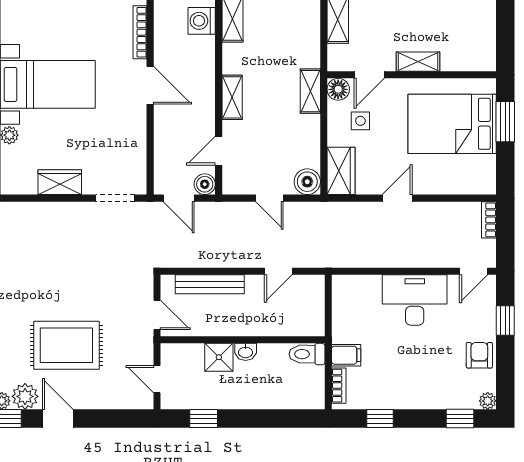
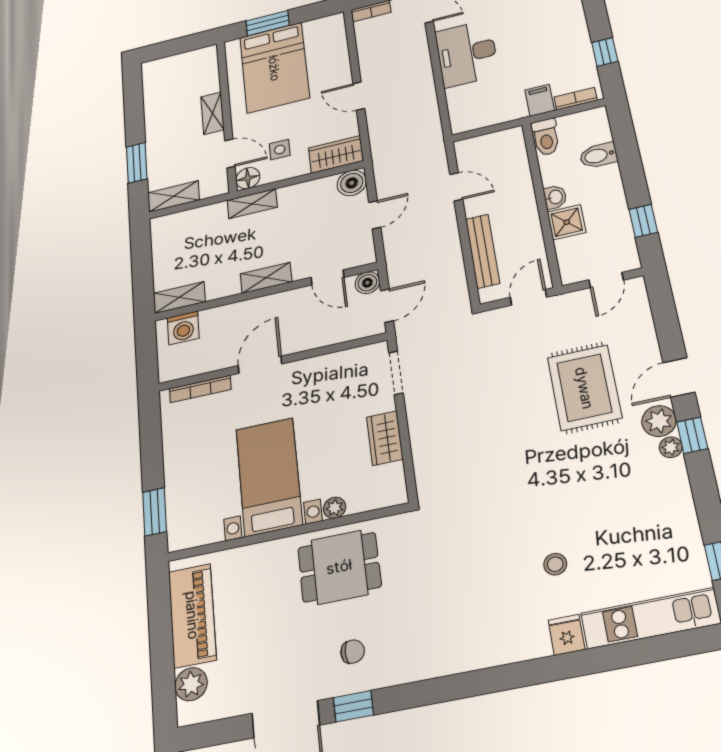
bidet: (276, 394) -> (598, 155), added

